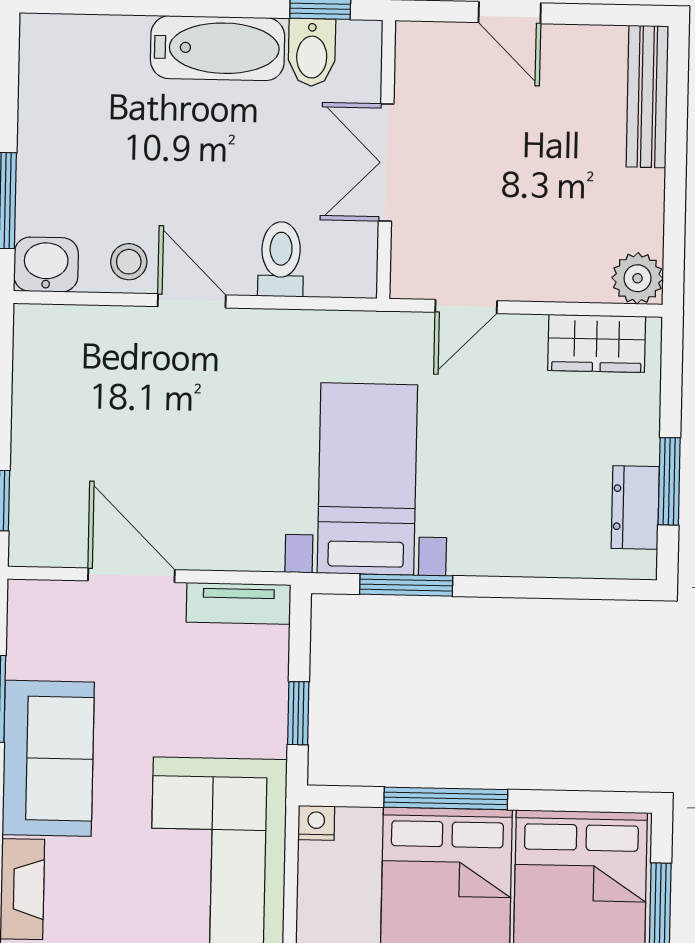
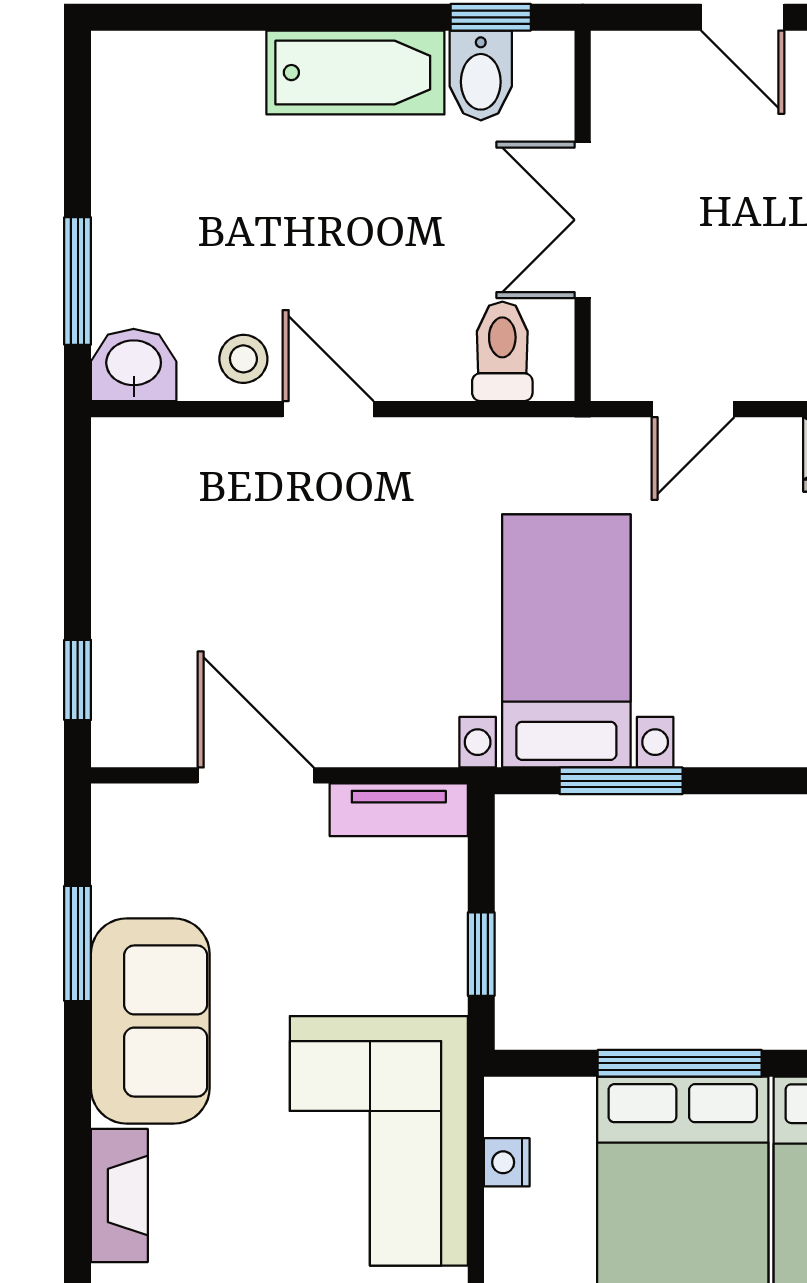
toilet: (281, 259) -> (502, 351), moved
nightstand: (316, 823) -> (507, 1162), moved, turned -90

